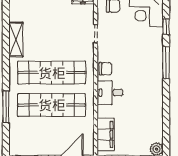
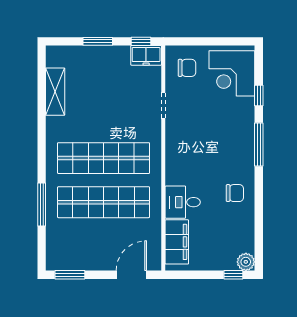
shelving: (16, 39) -> (55, 92), moved
chair: (105, 69) -> (235, 193), moved
desk: (110, 93) -> (183, 202), moved

